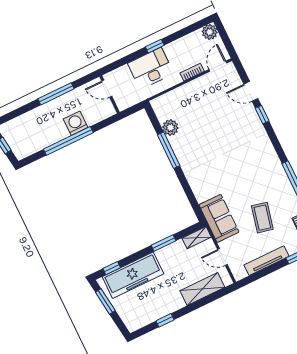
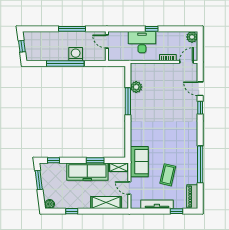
freezer: (133, 275) -> (87, 172), moved
boiler: (133, 325) -> (50, 204), added

